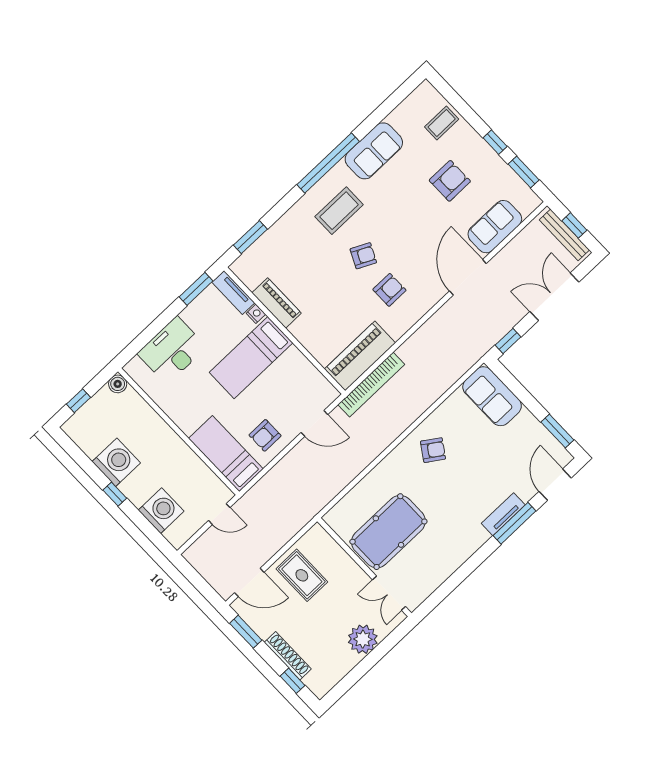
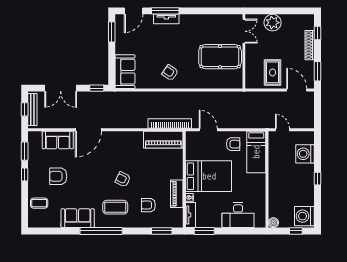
armchair: (389, 290) -> (148, 205), moved
bed: (251, 358) -> (209, 176), width x1.50
washing machine: (116, 462) -> (304, 216), moved

